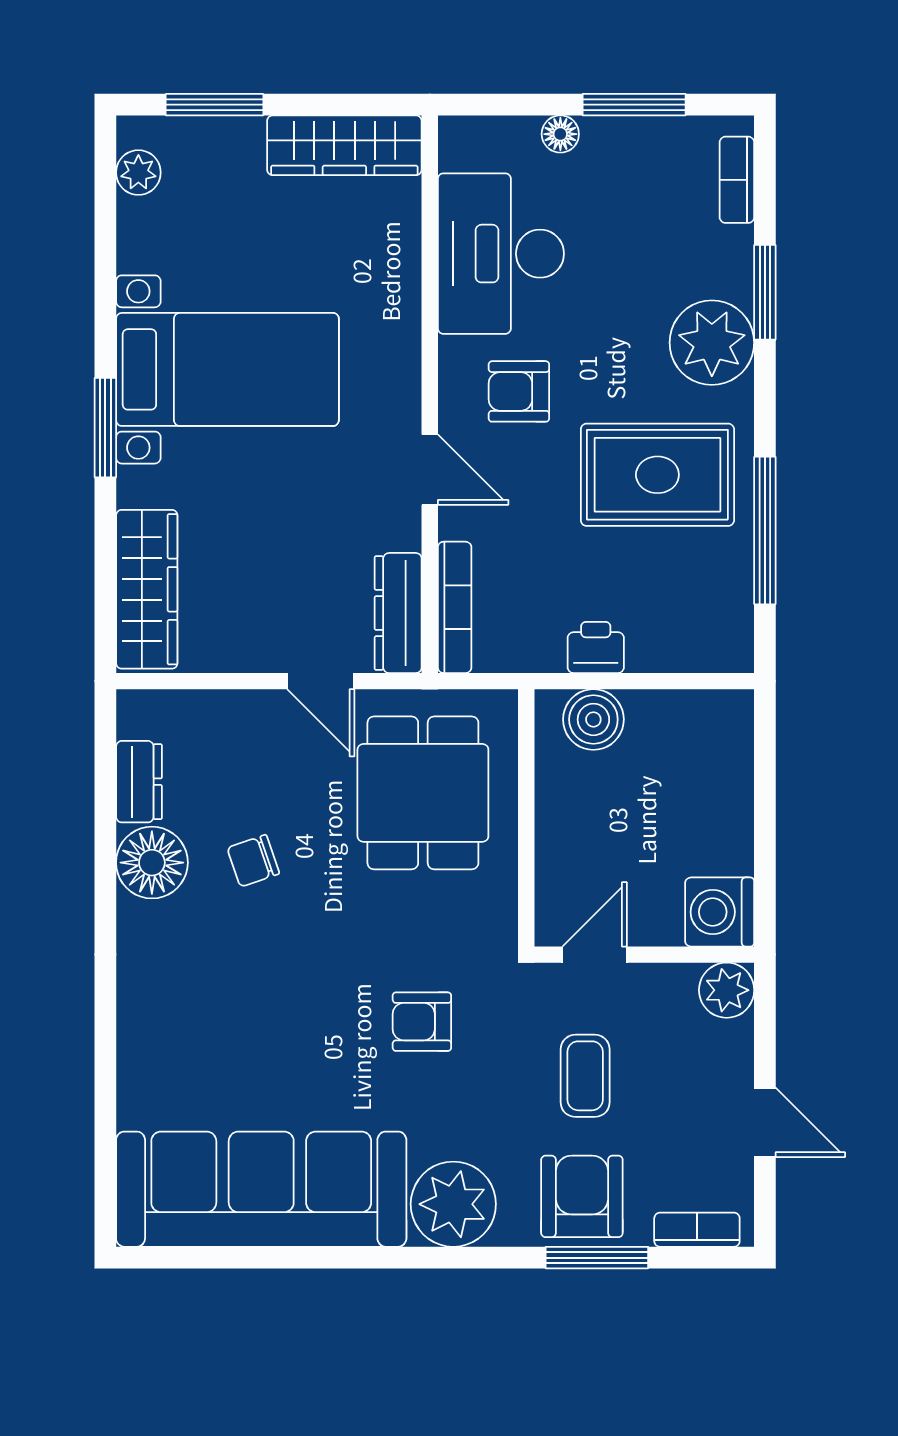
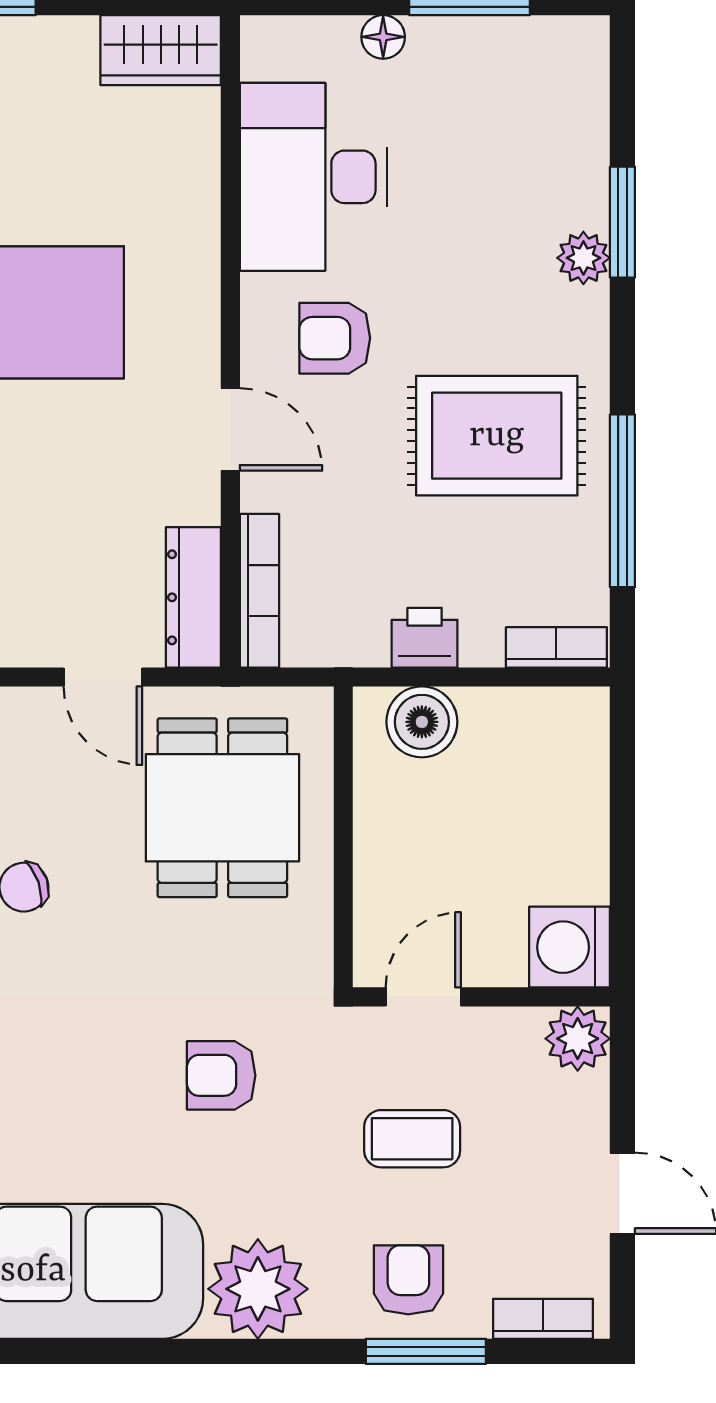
wardrobe: (344, 145) -> (161, 50), width x0.67
bookcase: (737, 180) -> (556, 647), moved, turned 90
plant: (712, 343) -> (583, 258), width x0.53, depth x0.53
coffee table: (585, 1076) -> (412, 1139), turned 90
armchair: (582, 1196) -> (408, 1280), width x0.72, depth x0.72

